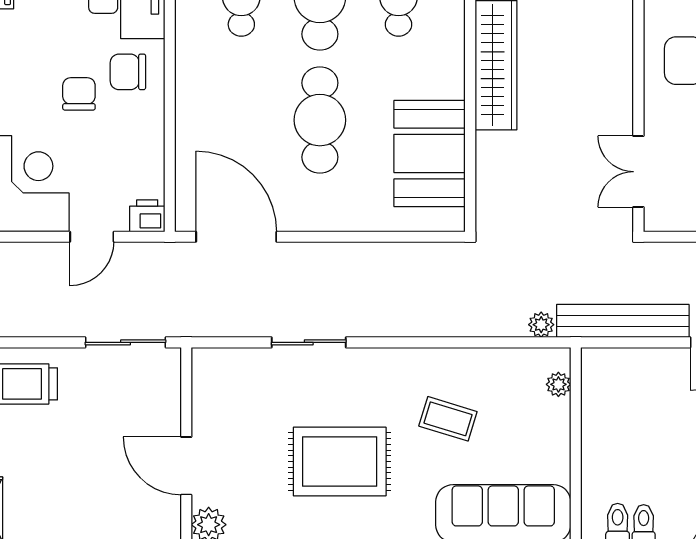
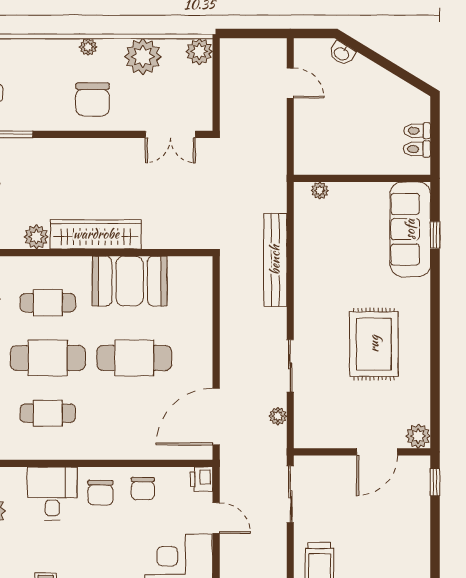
chair: (79, 94) -> (143, 489), moved, turned -90
booth: (430, 153) -> (130, 281), moved
bench: (623, 321) -> (275, 260), moved
plant: (541, 325) -> (278, 416), moved
coffee table: (448, 419) -> (344, 268), removed

